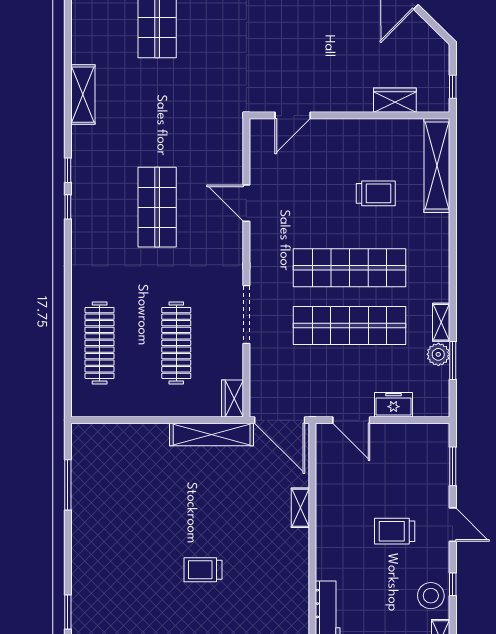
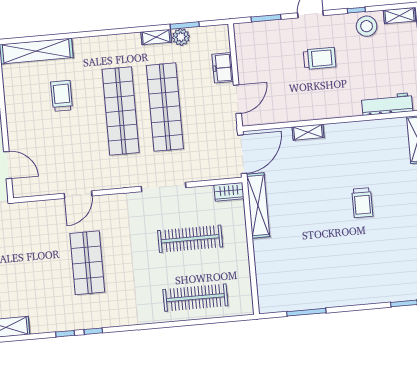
shop shelf: (157, 207) -> (87, 263), turned 90
trolley: (395, 531) -> (320, 58), turned -90

